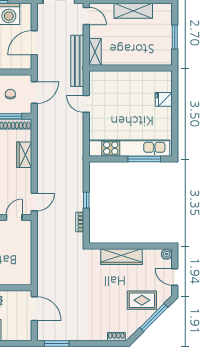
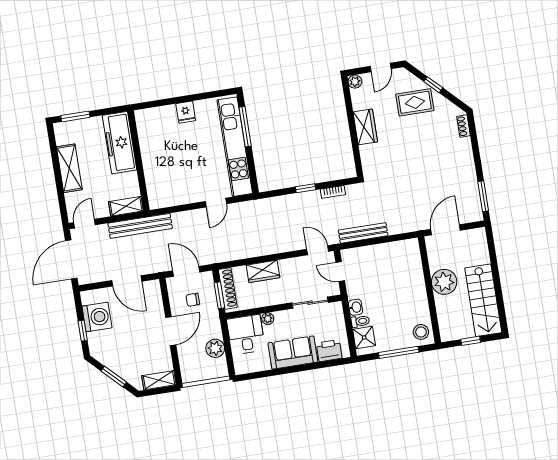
window: (175, 37) -> (75, 116), moved
freezer: (148, 55) -> (120, 143), added
fridge: (164, 99) -> (186, 112), moved
door: (86, 104) -> (216, 203), moved
bench: (42, 241) -> (363, 233), added
wardrobe: (121, 257) -> (365, 127), width x0.67
rug: (142, 300) -> (415, 102), turned 90
window: (154, 317) -> (433, 85), width x0.46

